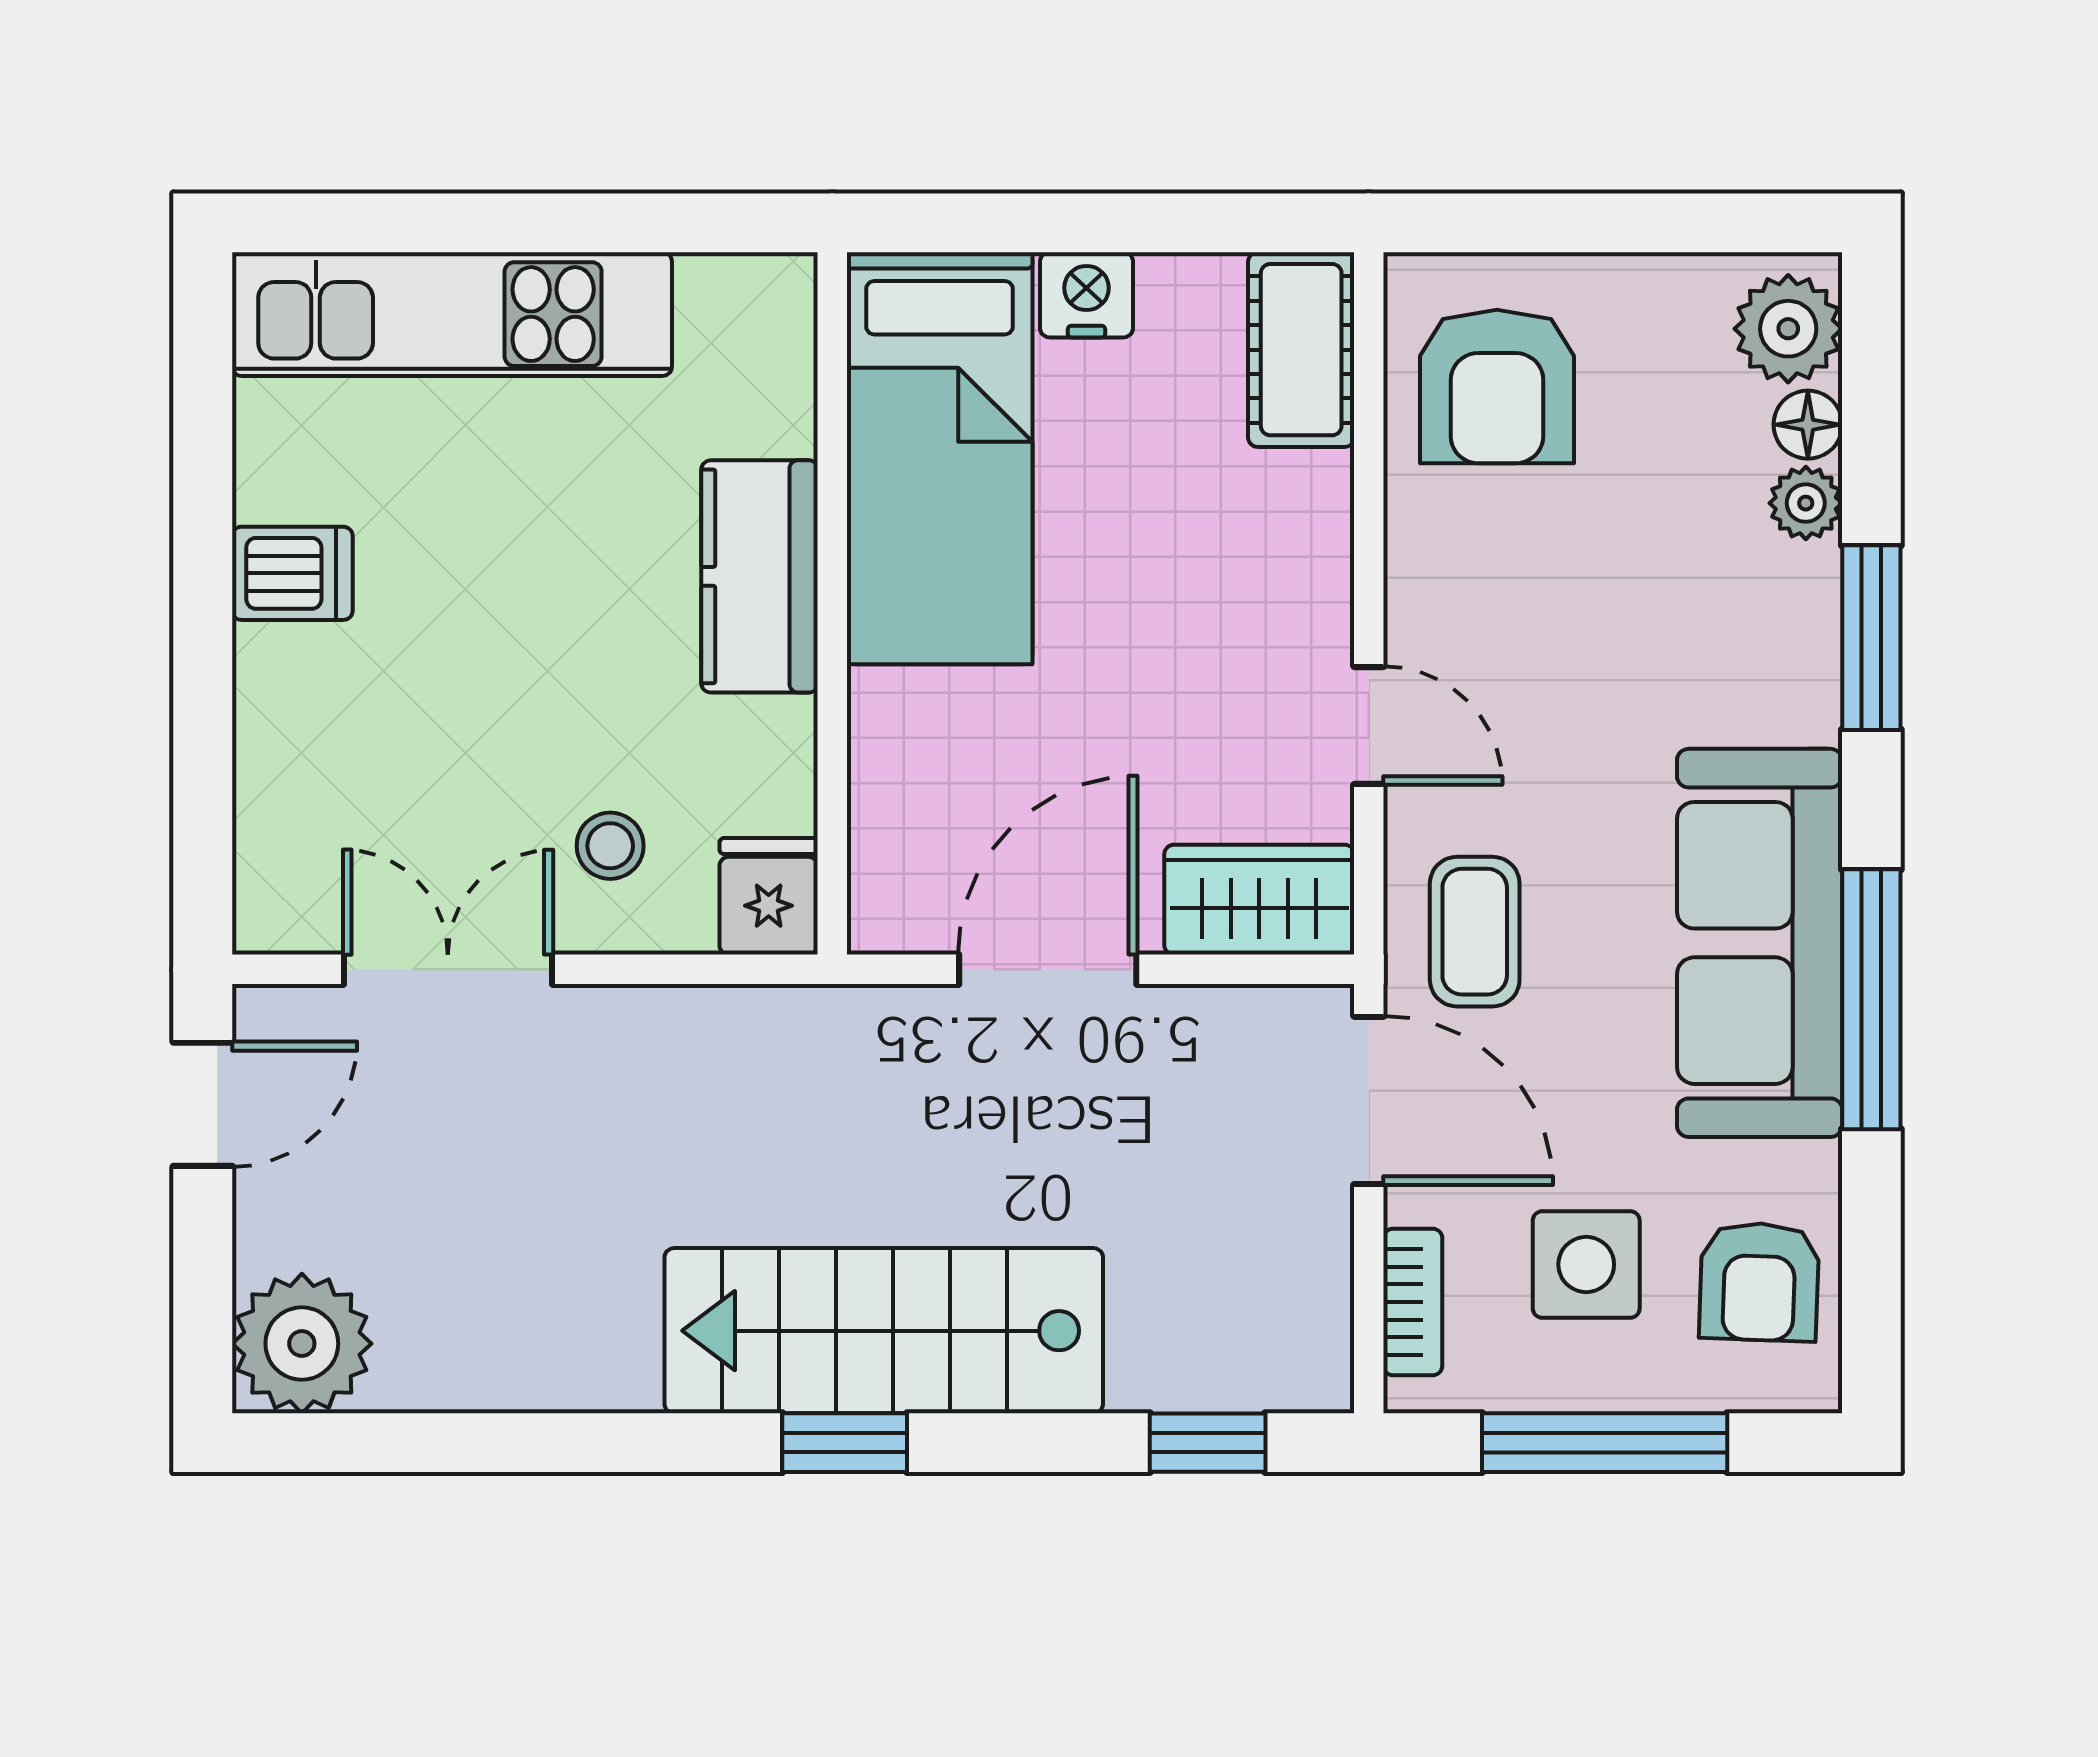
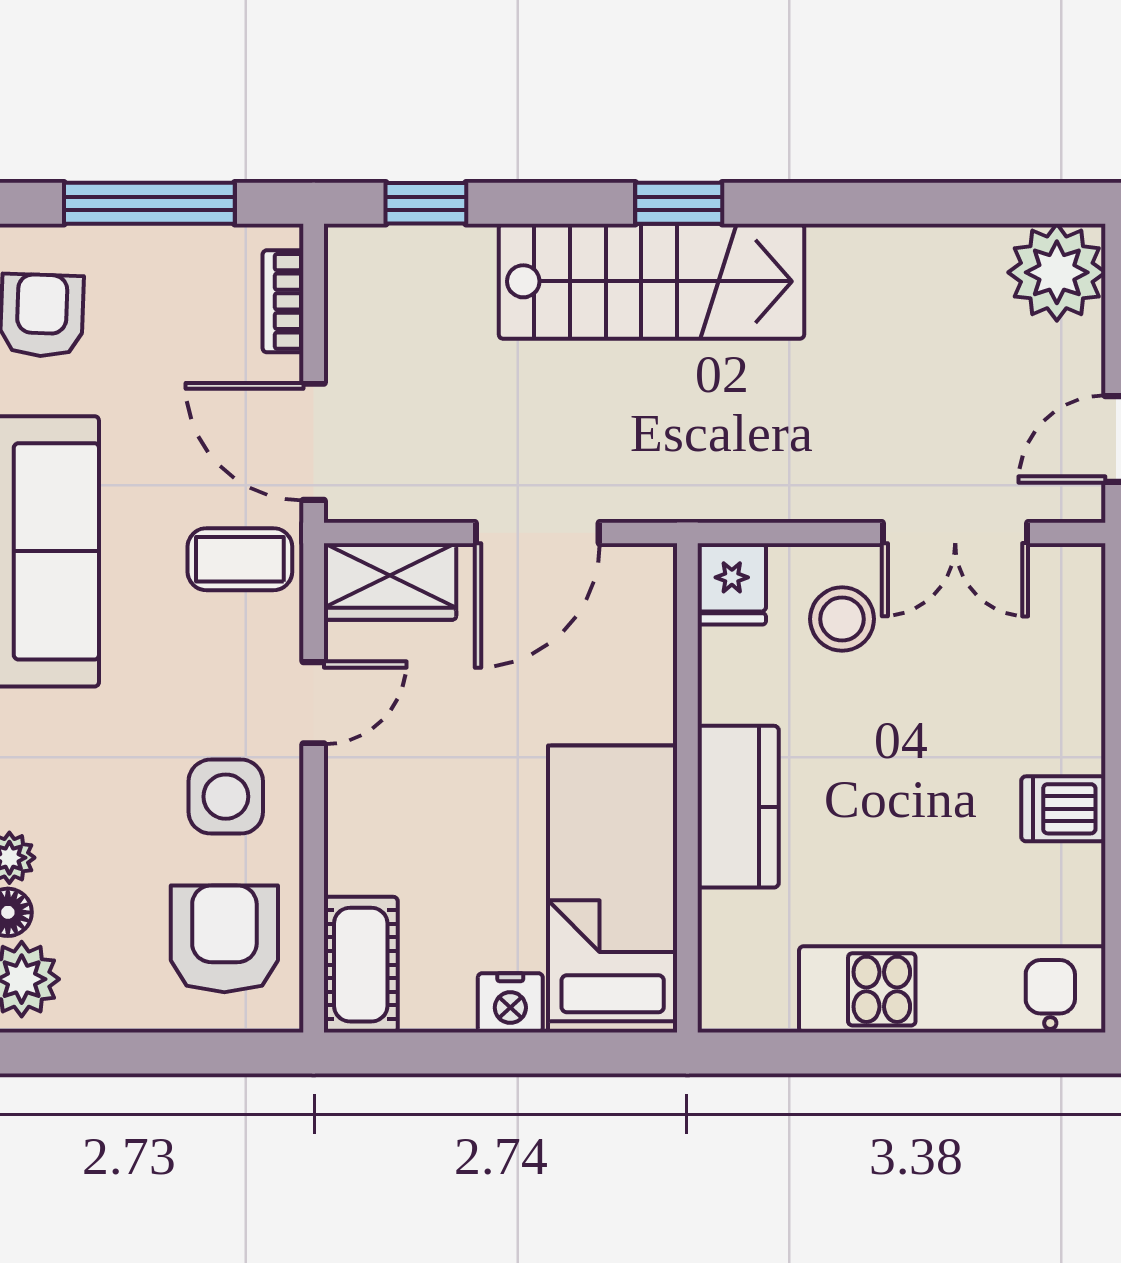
door: (1369, 726) -> (314, 703), swing flipped
stool: (610, 846) -> (842, 619), width x1.37, depth x1.37
coffee table: (1475, 932) -> (240, 559), turned 90
side table: (1586, 1264) -> (226, 797), moved

